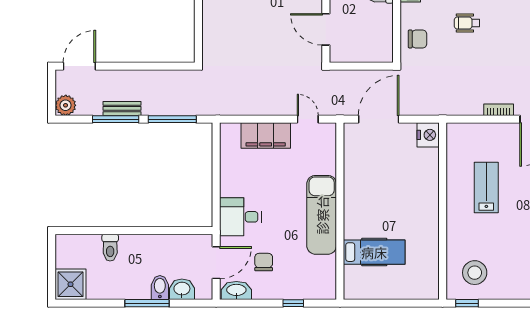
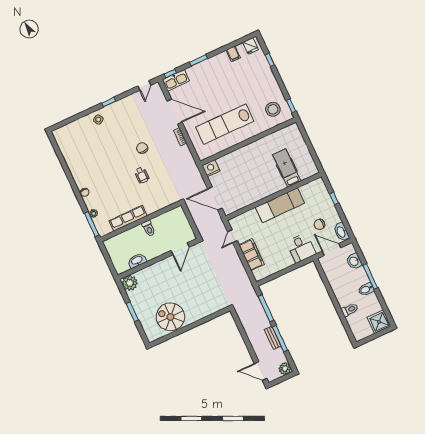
chair: (418, 39) -> (142, 148), moved
lab bench: (486, 188) -> (225, 124), width x1.86, depth x1.39
bidet: (160, 287) -> (366, 289), moved

